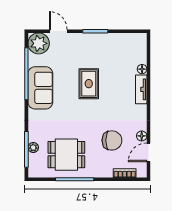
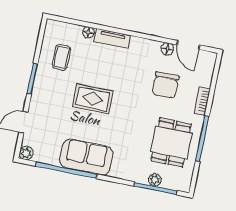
plant: (39, 43) -> (26, 153), width x0.53, depth x0.53
coffee table: (117, 51) -> (61, 57), added
chair: (112, 140) -> (165, 85), turned 180
bookcase: (125, 173) -> (202, 101), moved

